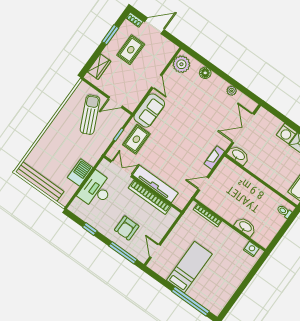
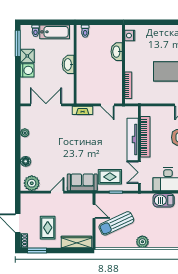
window: (110, 35) -> (37, 250), moved
rug: (131, 50) -> (48, 228), turned 90
wardrobe: (99, 67) -> (77, 242), width x1.50
plant: (56, 126) -> (142, 242), added
double door: (243, 128) -> (46, 105), swing flipped
washbasin: (238, 155) -> (68, 64), moved

